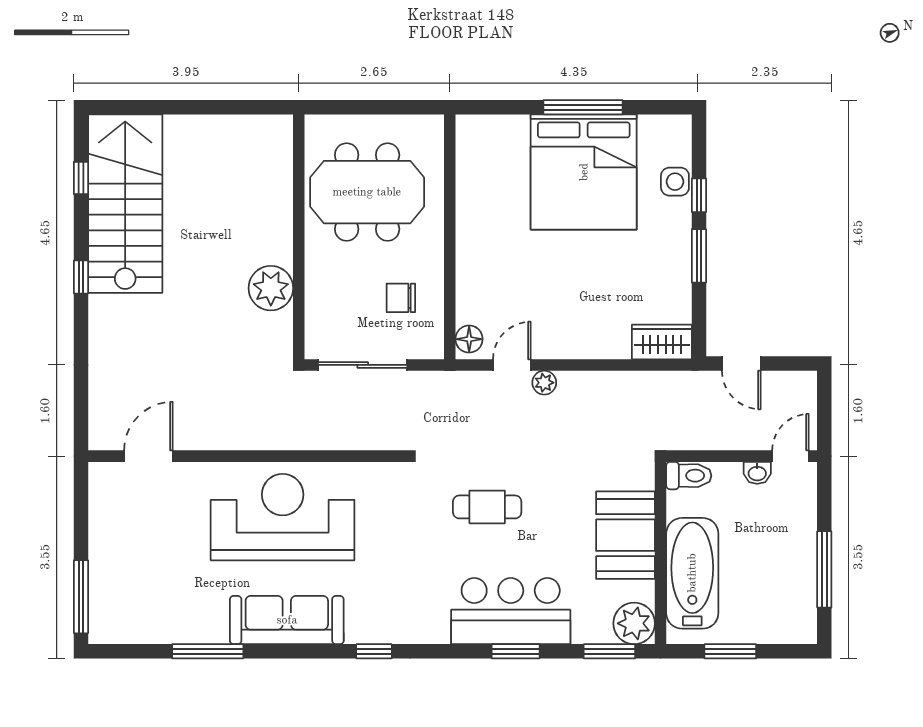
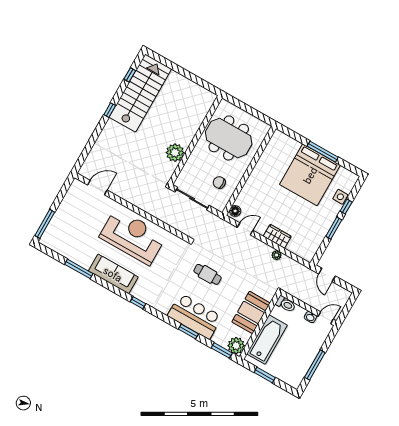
wardrobe: (662, 342) -> (277, 236), moved
plant: (544, 383) -> (277, 255), moved

